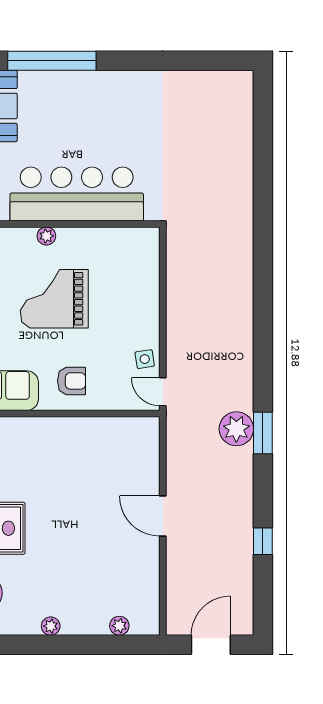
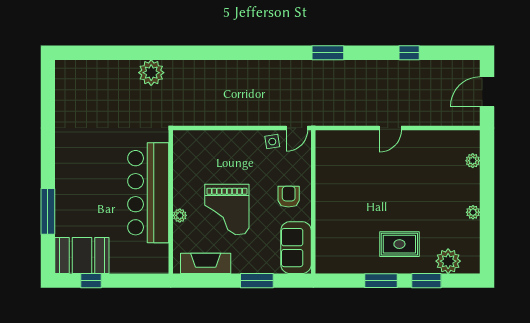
window: (52, 61) -> (48, 211), width x0.68
plant: (236, 429) -> (151, 73), moved
door: (163, 516) -> (390, 128), width x0.73
door: (211, 645) -> (487, 92), hinge flipped

